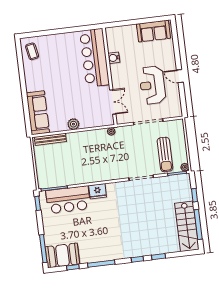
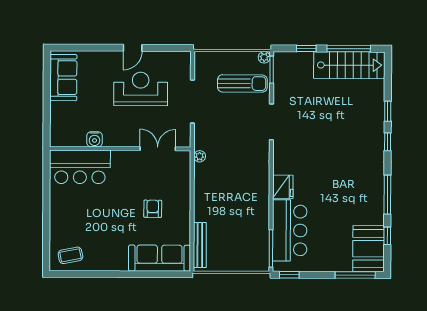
bar counter: (95, 58) -> (80, 167), width x0.73
reception desk: (152, 85) -> (141, 89), turned 180
armchair: (71, 104) -> (153, 209), added
plant: (73, 124) -> (182, 209), removed

